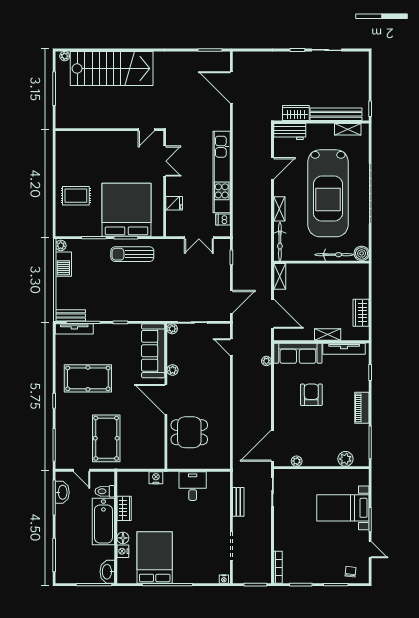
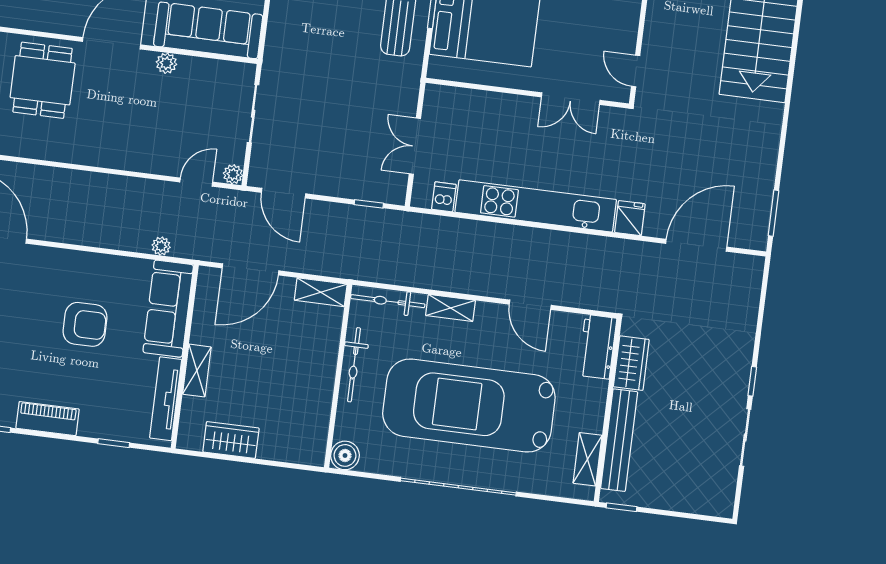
fridge: (174, 203) -> (630, 218), moved, turned 180
bicycle: (334, 255) -> (354, 365), moved
plant: (172, 329) -> (233, 174), moved

